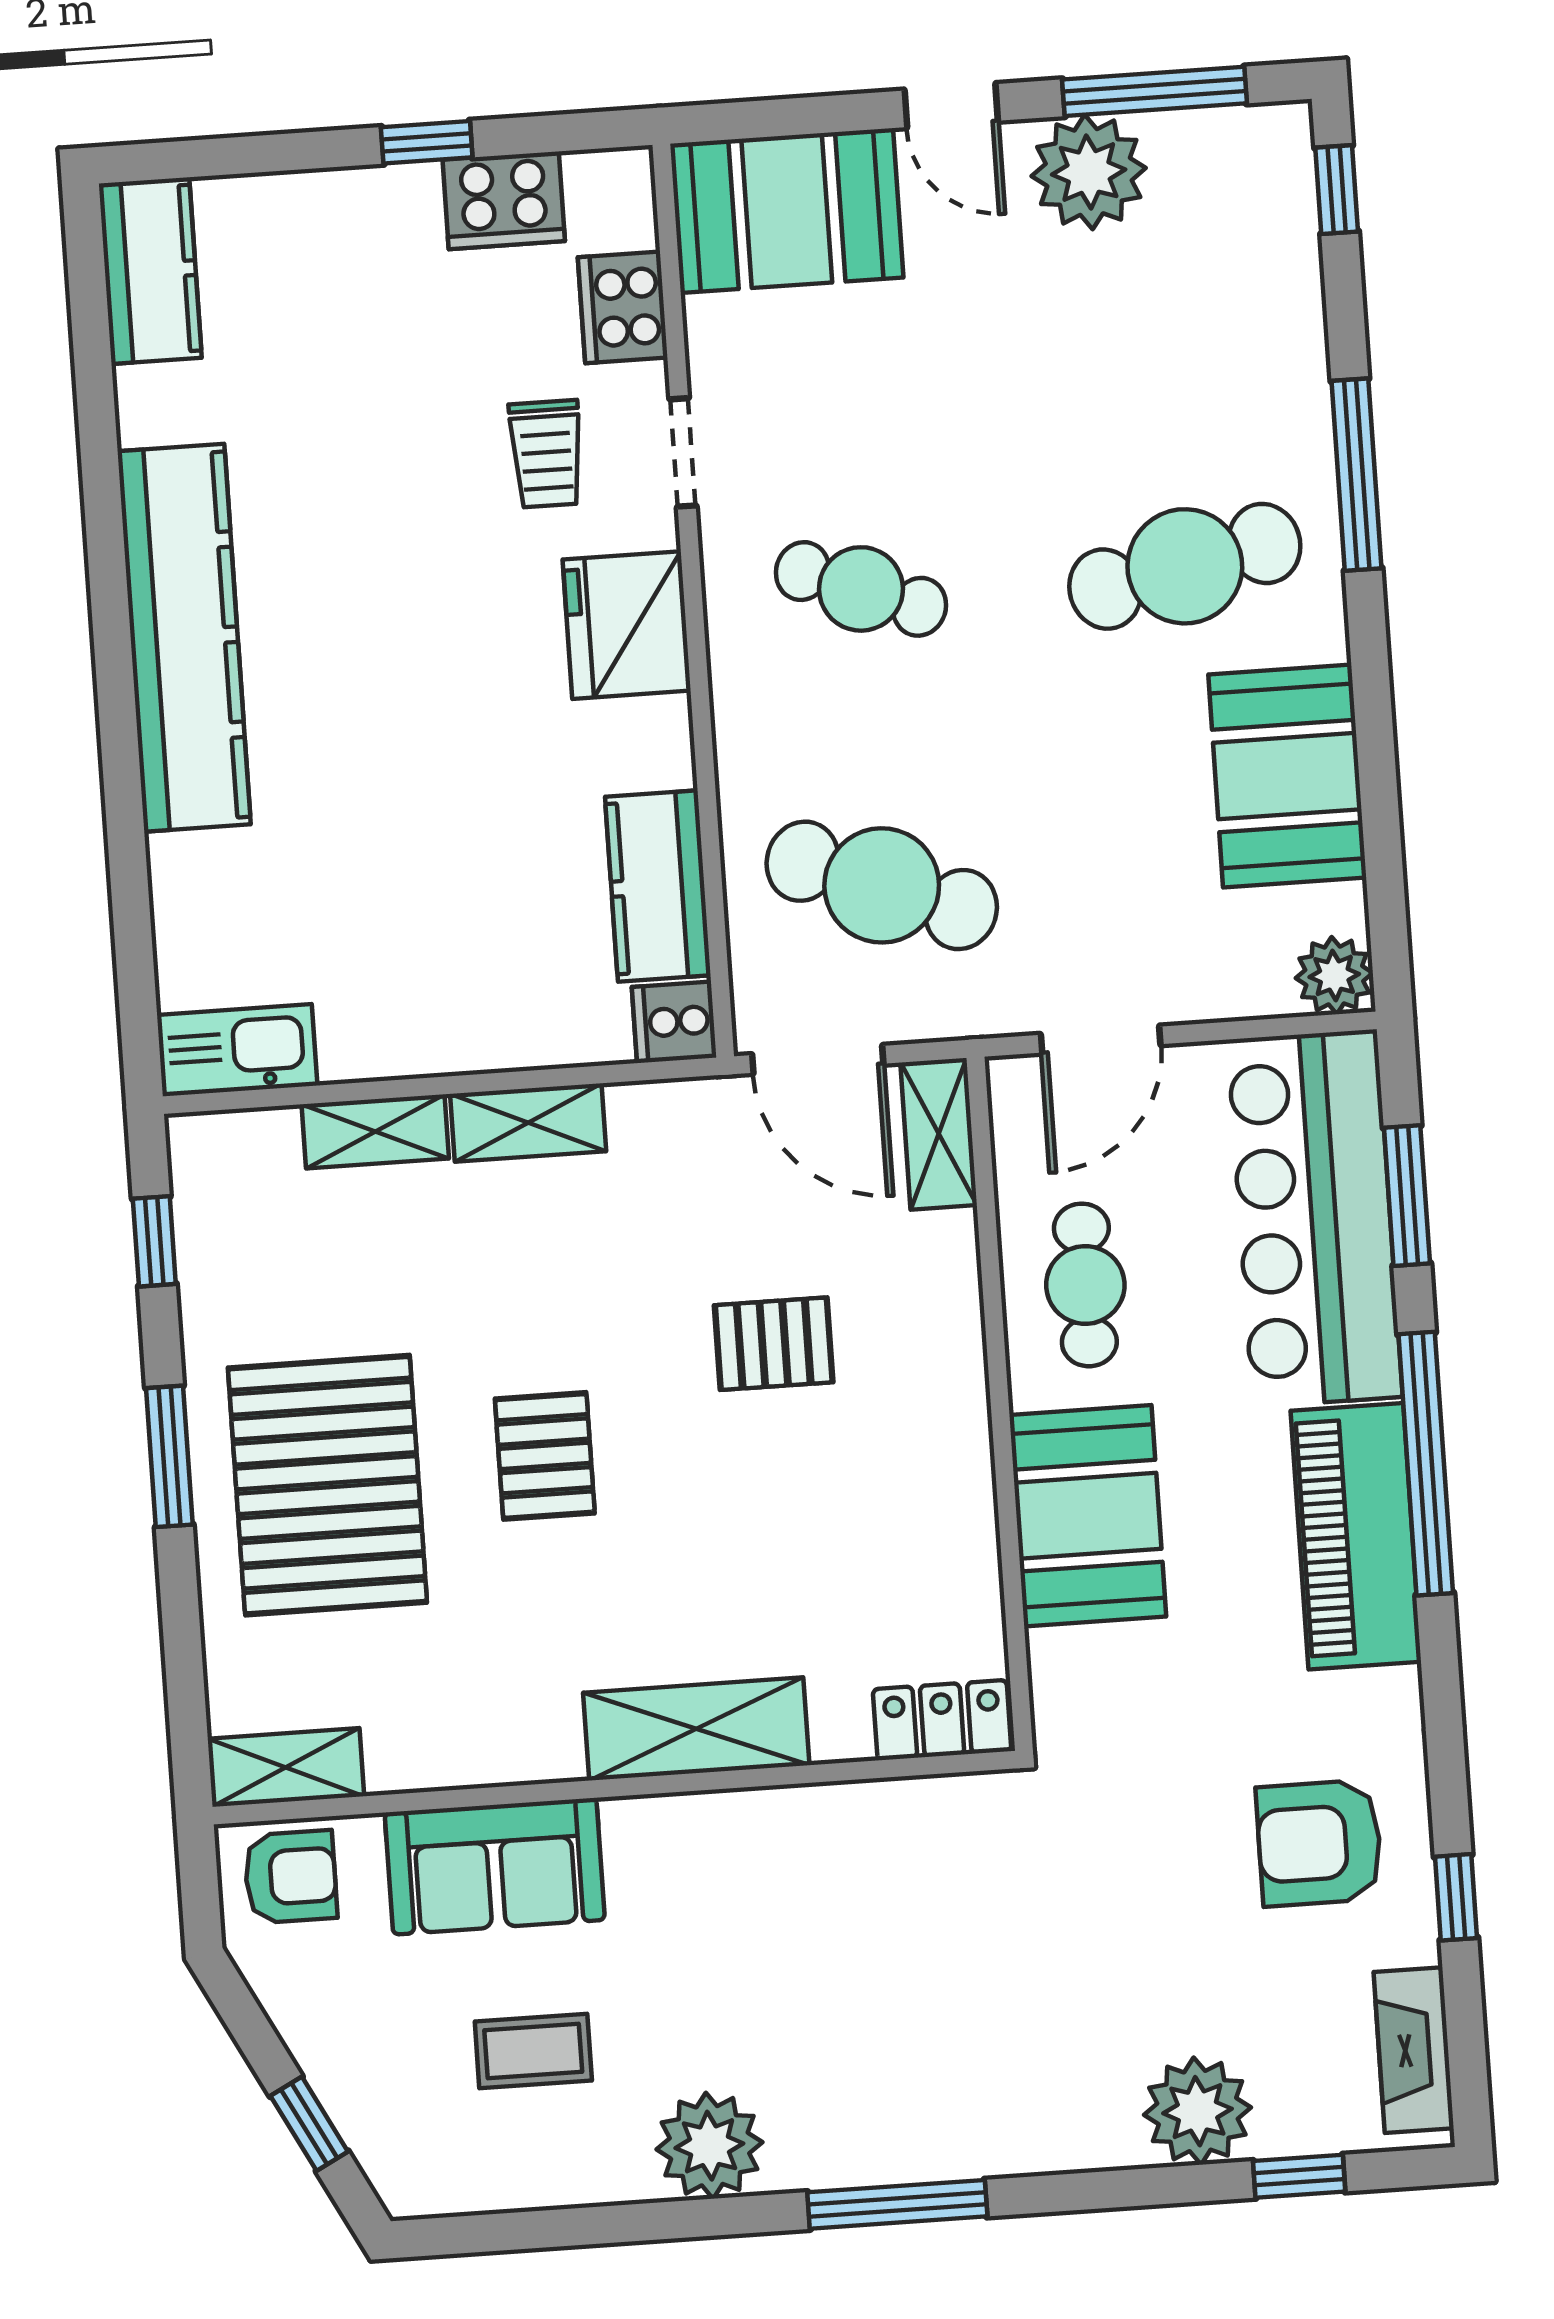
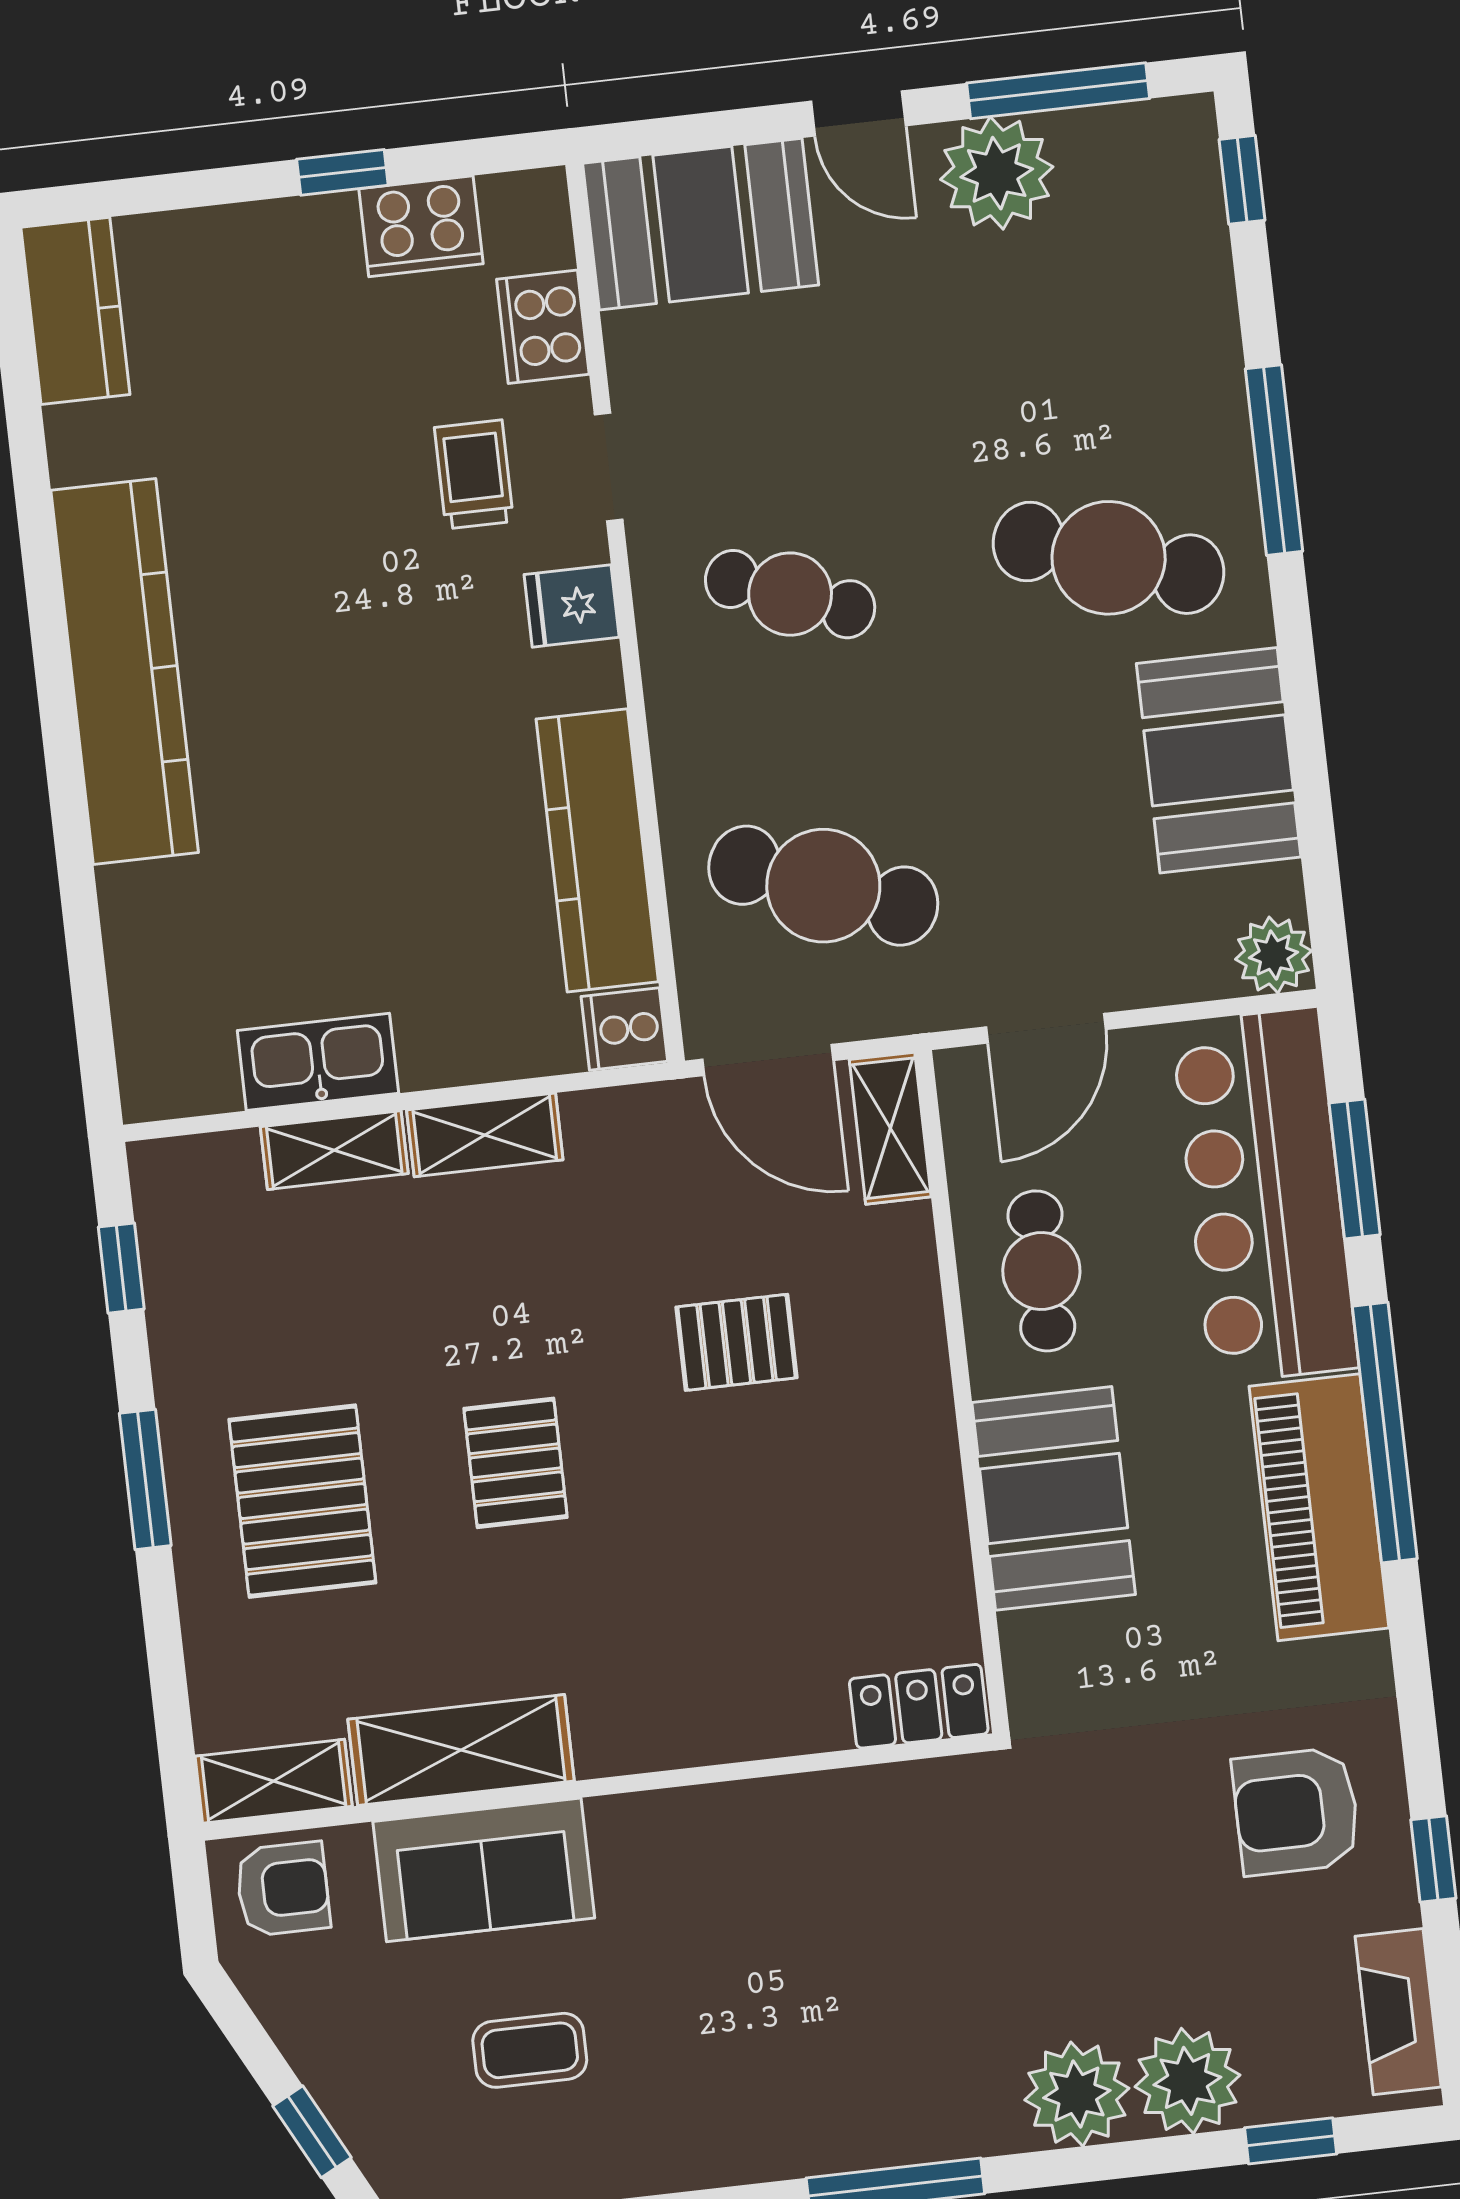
trolley: (546, 454) -> (474, 474), turned 180
cafe table: (1185, 566) -> (1109, 558), turned 30
fridge: (627, 625) -> (572, 606), width x0.53, depth x0.75
kitchen counter: (658, 886) -> (597, 850), width x1.50
kitchen sink: (237, 1050) -> (318, 1062), moved
pallet: (327, 1485) -> (302, 1501), width x0.73, depth x0.71
shelving: (696, 1729) -> (461, 1750), moved
plant: (709, 2146) -> (1077, 2094), moved

